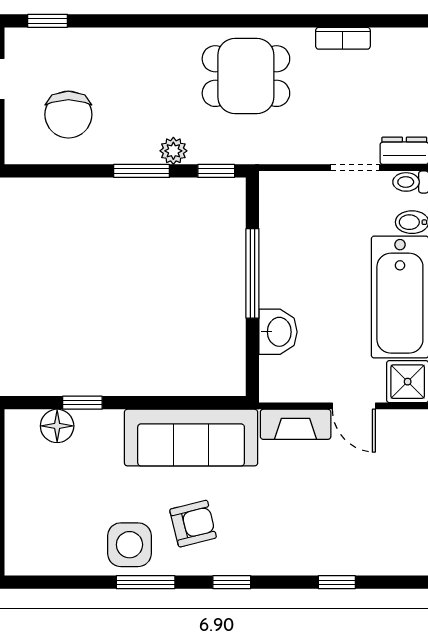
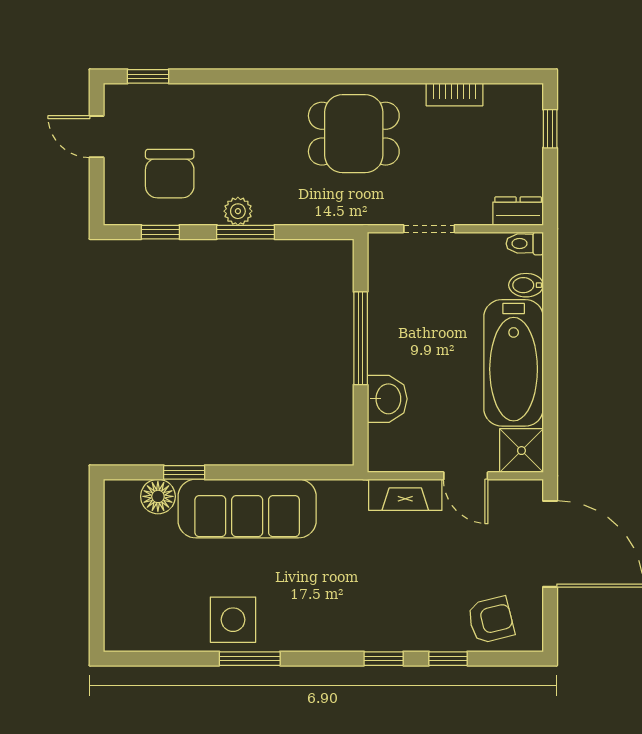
plant: (173, 151) -> (238, 211), moved
doorway: (355, 168) -> (429, 229), moved
window: (216, 171) -> (160, 232), moved
sofa: (191, 438) -> (247, 509), moved
armchair: (193, 524) -> (491, 620), moved
window: (232, 582) -> (384, 659), moved

